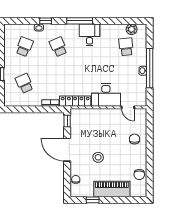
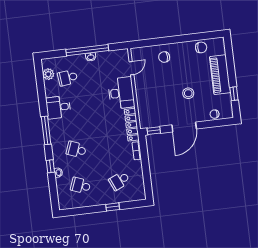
desk: (89, 35) -> (58, 107), moved
school desk: (58, 47) -> (76, 150), turned 45

